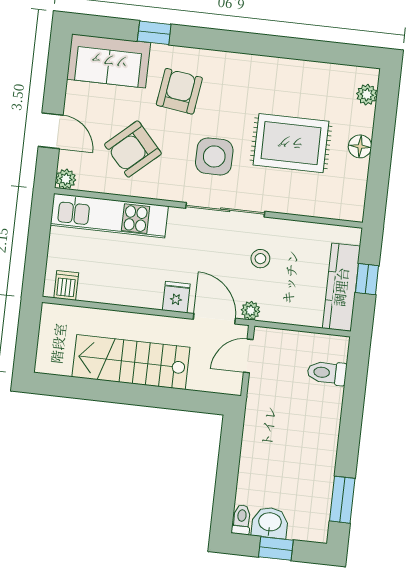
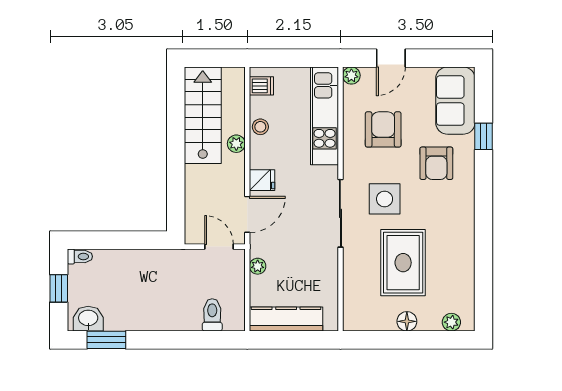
armchair: (179, 91) -> (436, 163), turned 82
armchair: (133, 149) -> (383, 129), turned 42
stool: (260, 259) -> (260, 127), moved
window: (367, 279) -> (295, 340), removed
plant: (251, 311) -> (258, 266), moved
plant: (130, 322) -> (236, 144), added
stairs: (131, 362) -> (203, 115), moved
washbasin: (270, 523) -> (88, 319), moved, turned -90

